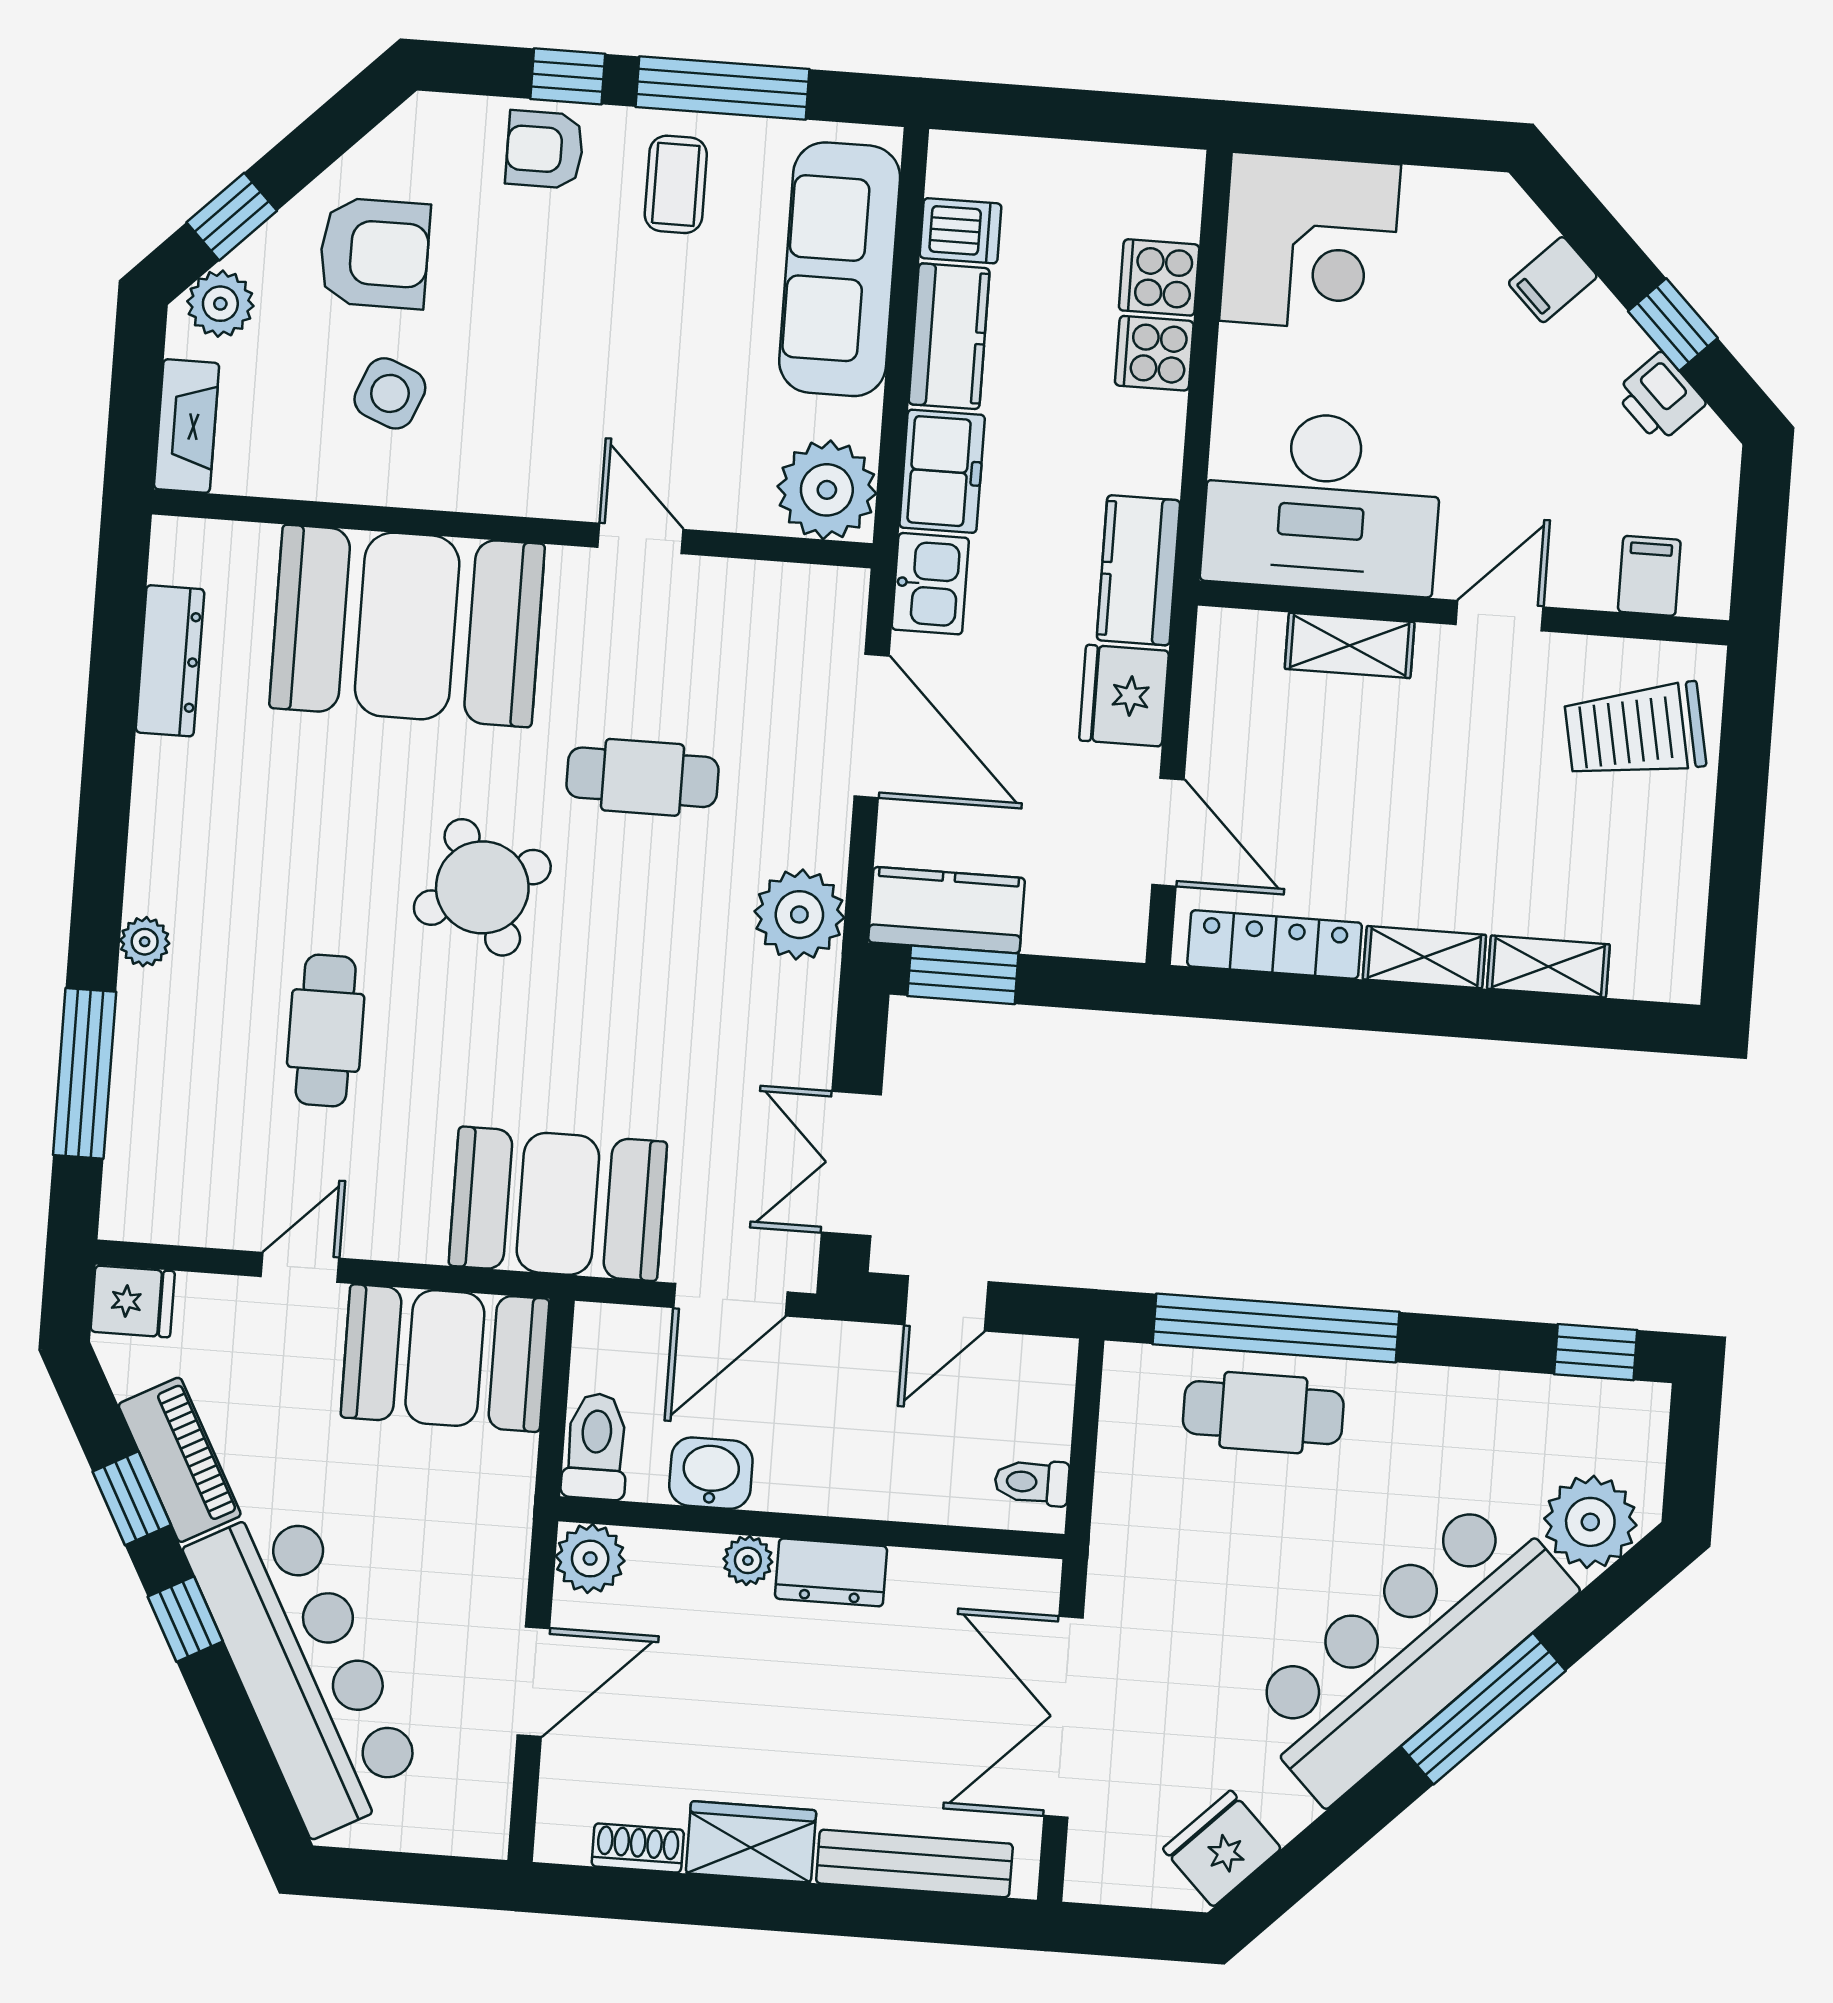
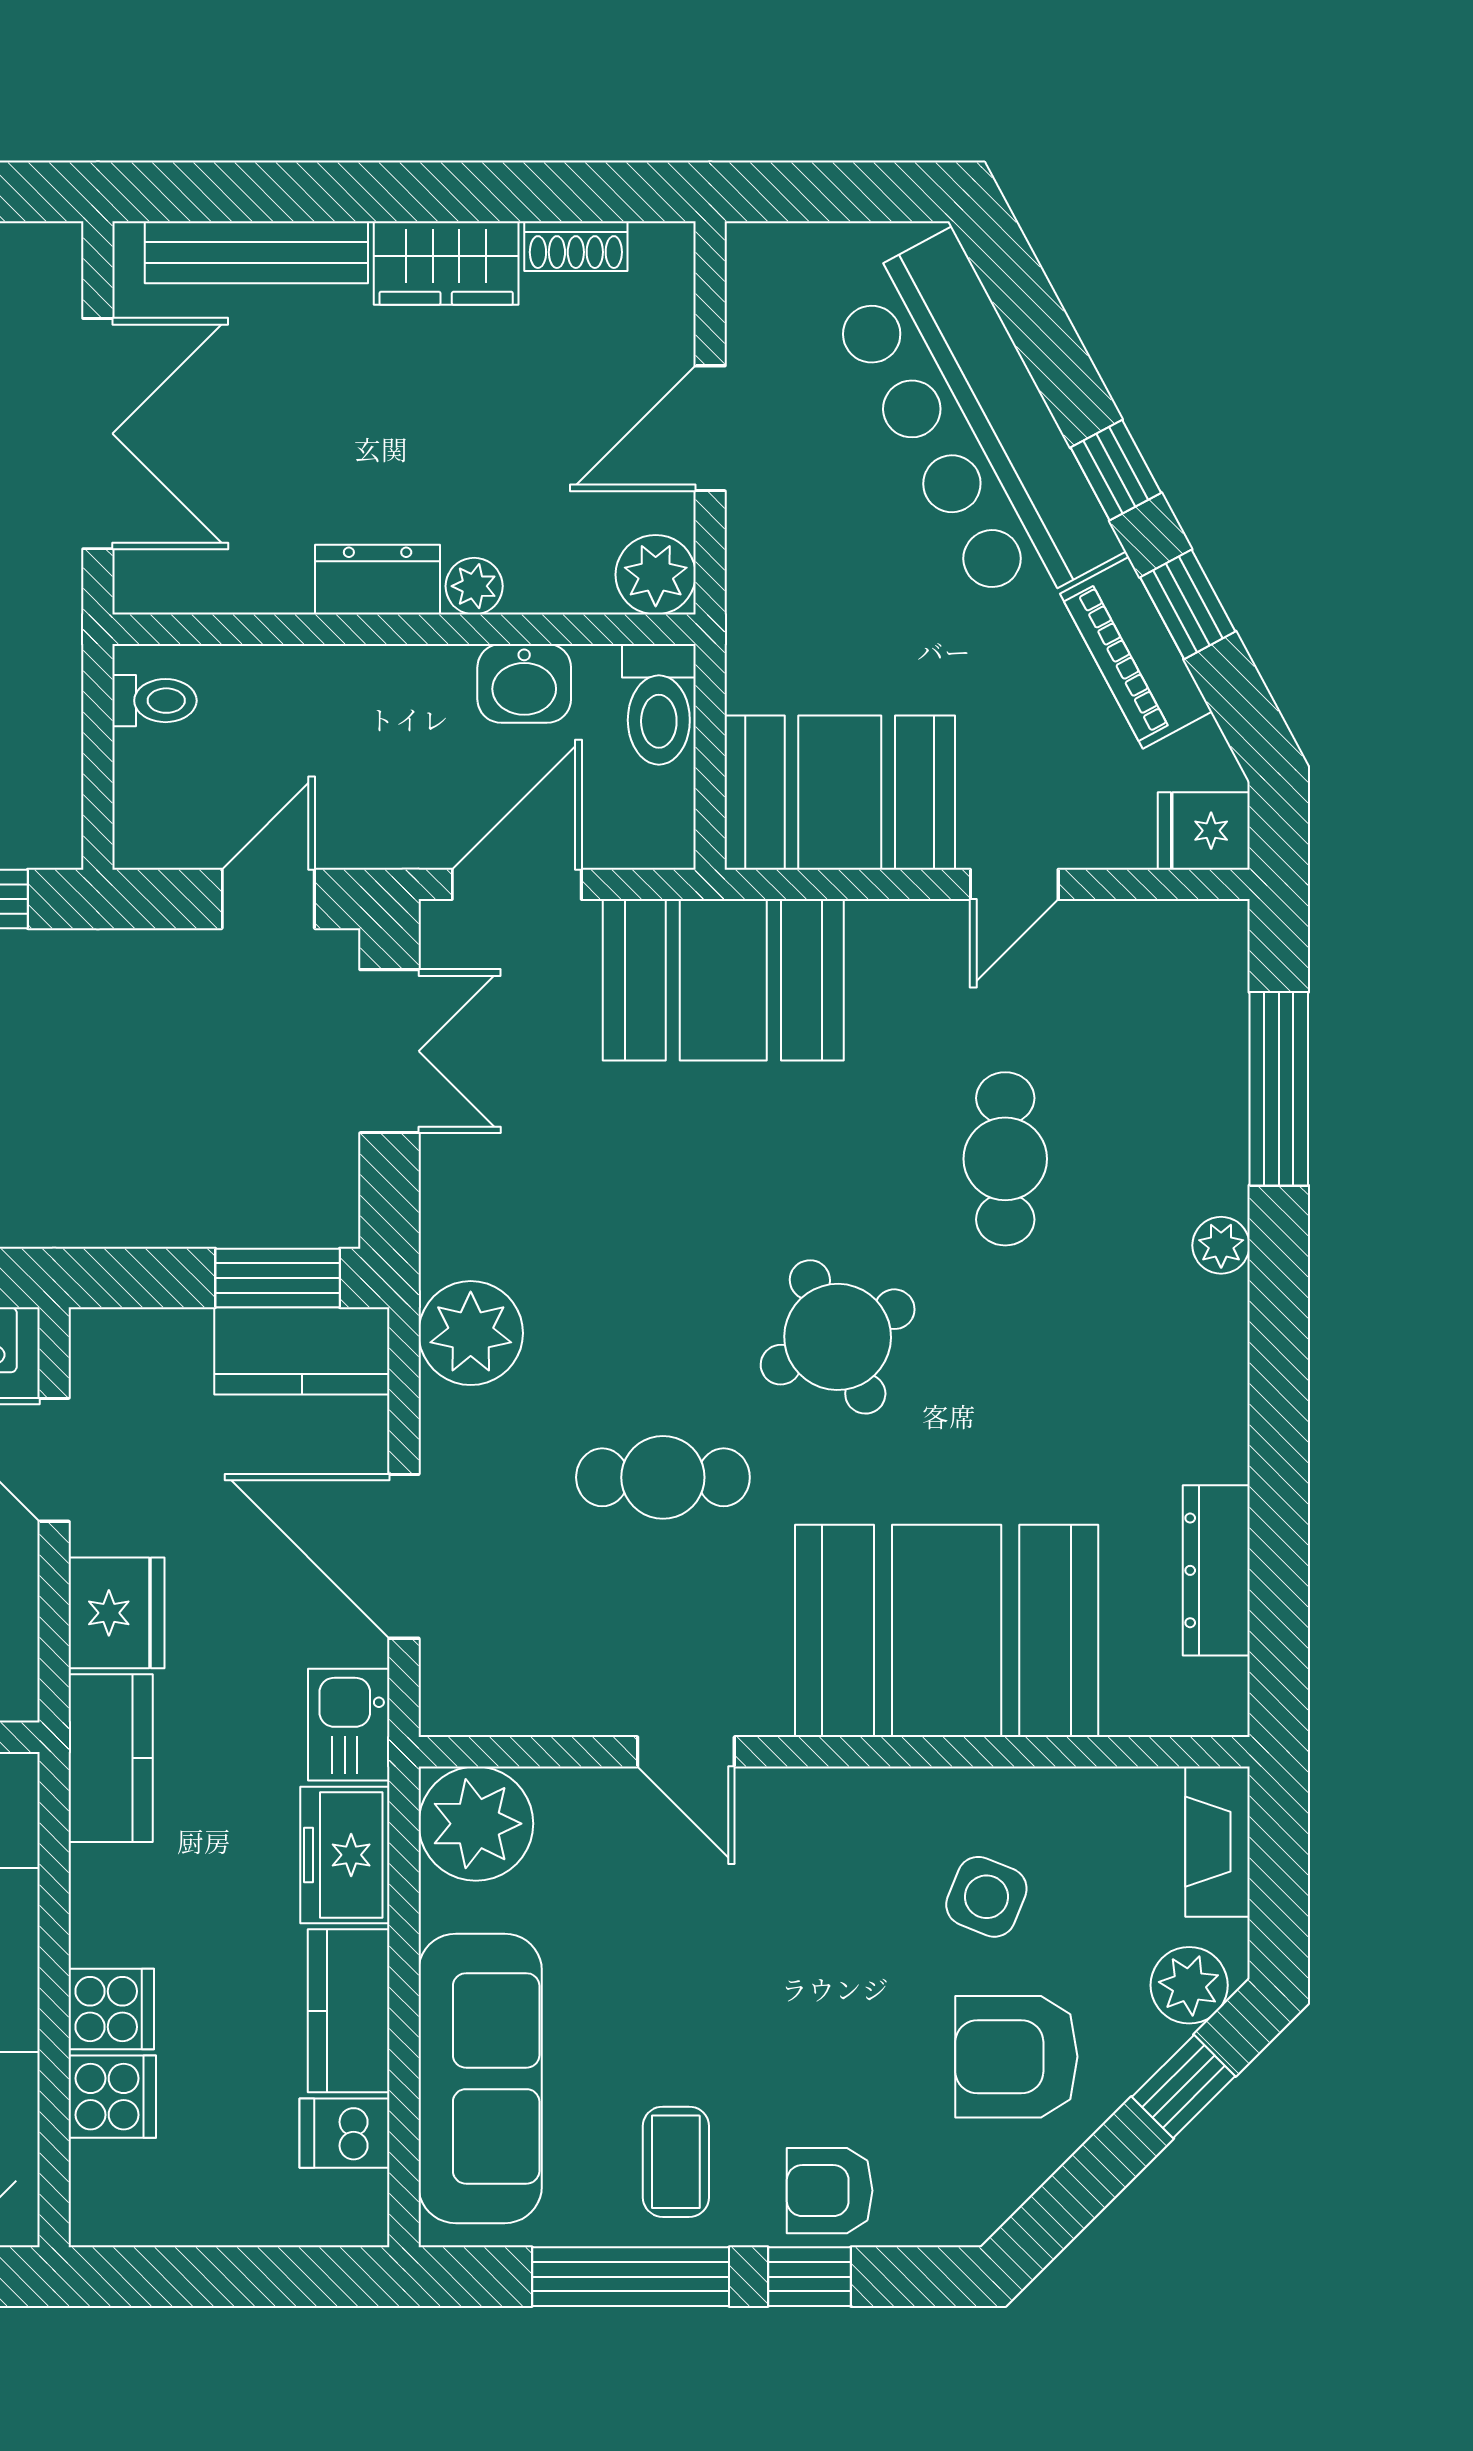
armchair: (545, 149) -> (830, 2191), turned 180

